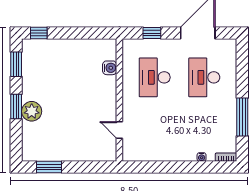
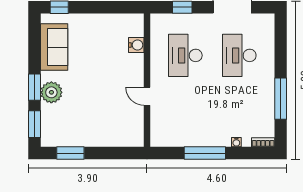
window: (16, 64) -> (35, 124), moved
sofa: (34, 70) -> (54, 47), added
door: (119, 130) -> (147, 96), moved
window: (173, 167) -> (205, 153), added

